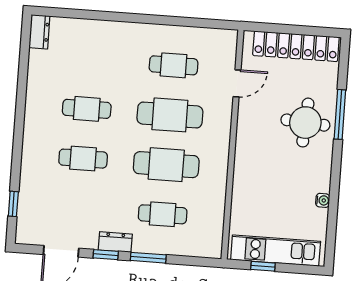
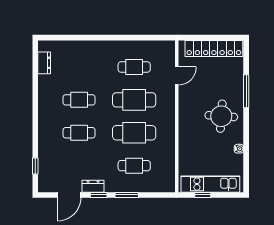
dresser: (39, 32) -> (44, 63), moved
round table: (305, 123) -> (221, 116), moved
dresser: (115, 242) -> (93, 186), moved

